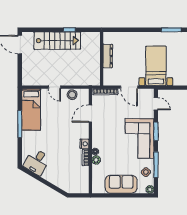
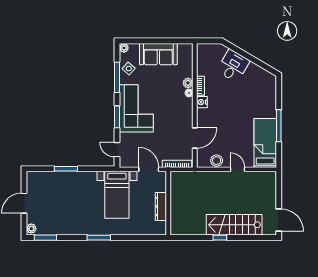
dresser: (108, 56) -> (161, 206), moved
wall: (102, 59) -> (168, 203), moved
desk: (37, 162) -> (233, 66), moved

